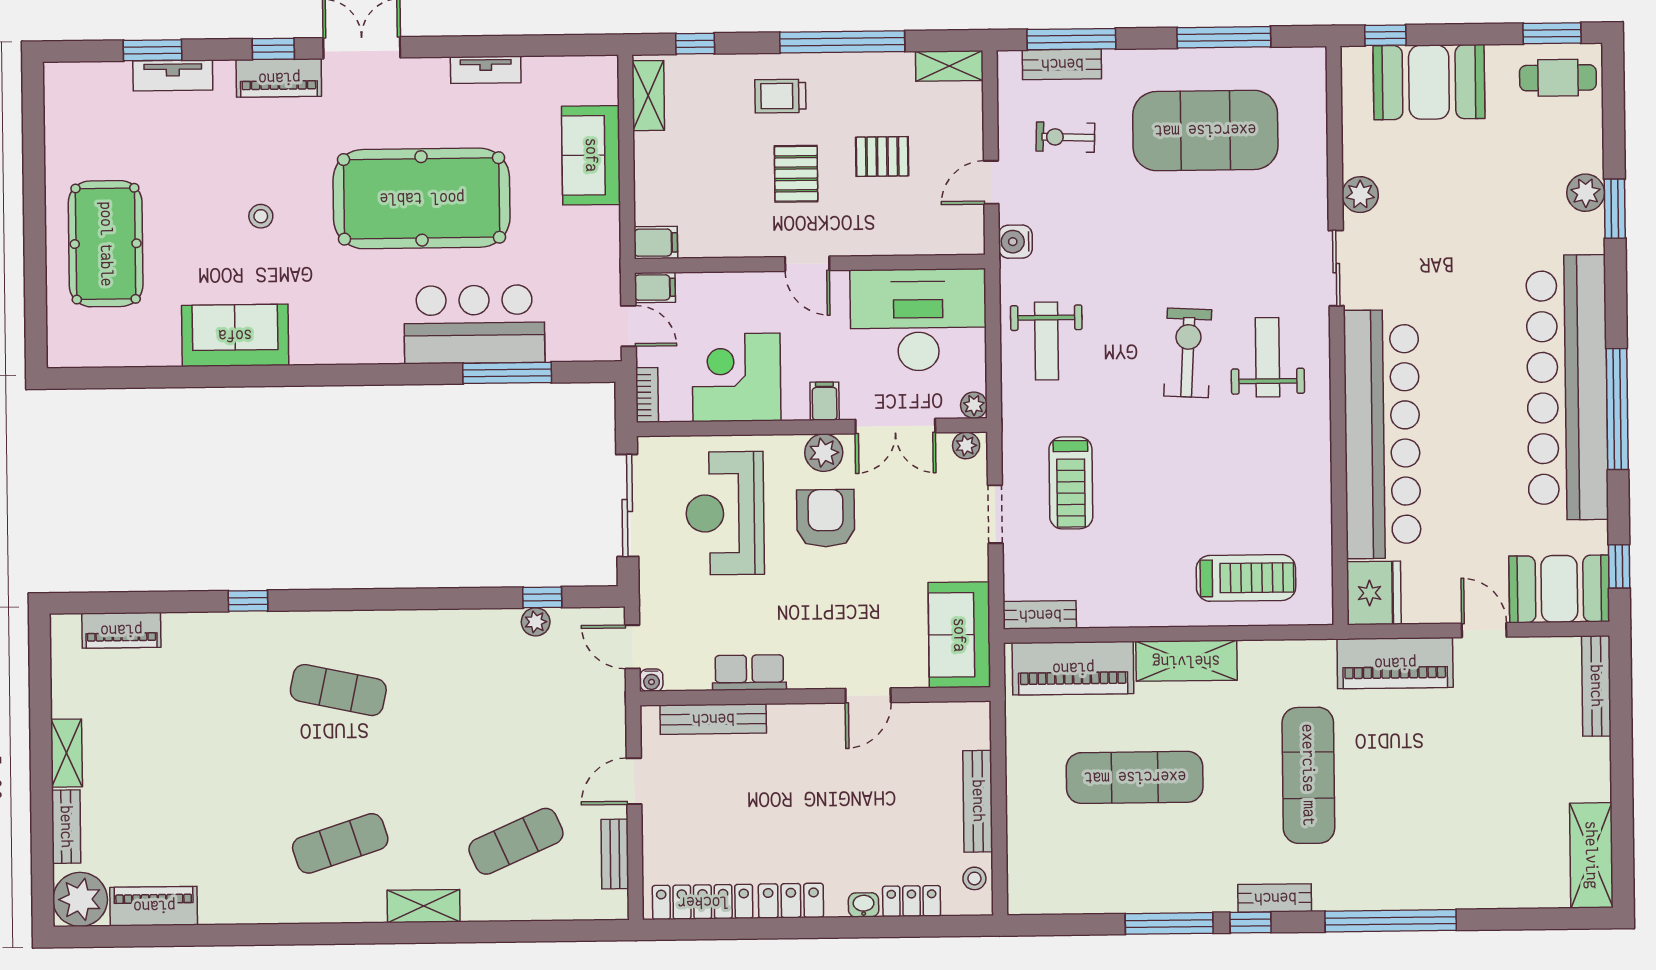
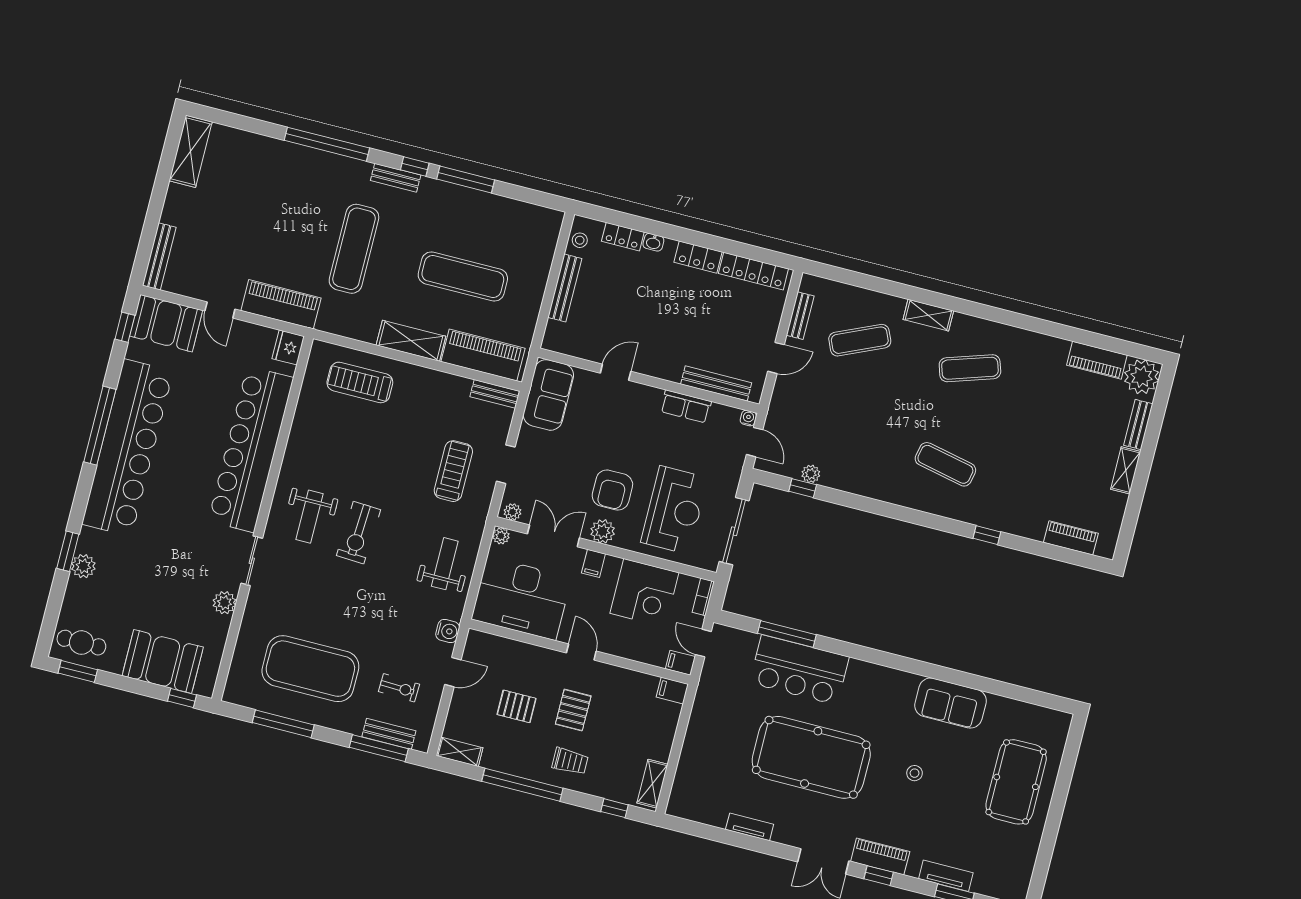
sofa: (591, 155) -> (698, 756), removed
fridge: (1374, 593) -> (288, 347), width x0.73, depth x0.75

